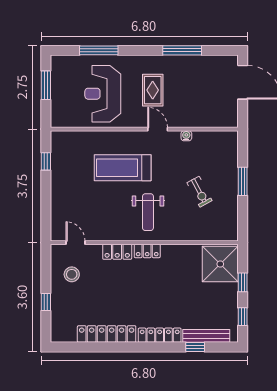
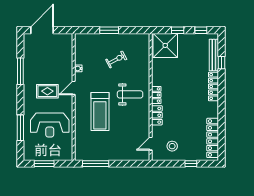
window: (46, 161) -> (96, 164), width x2.17
locker: (107, 334) -> (213, 138), moved

